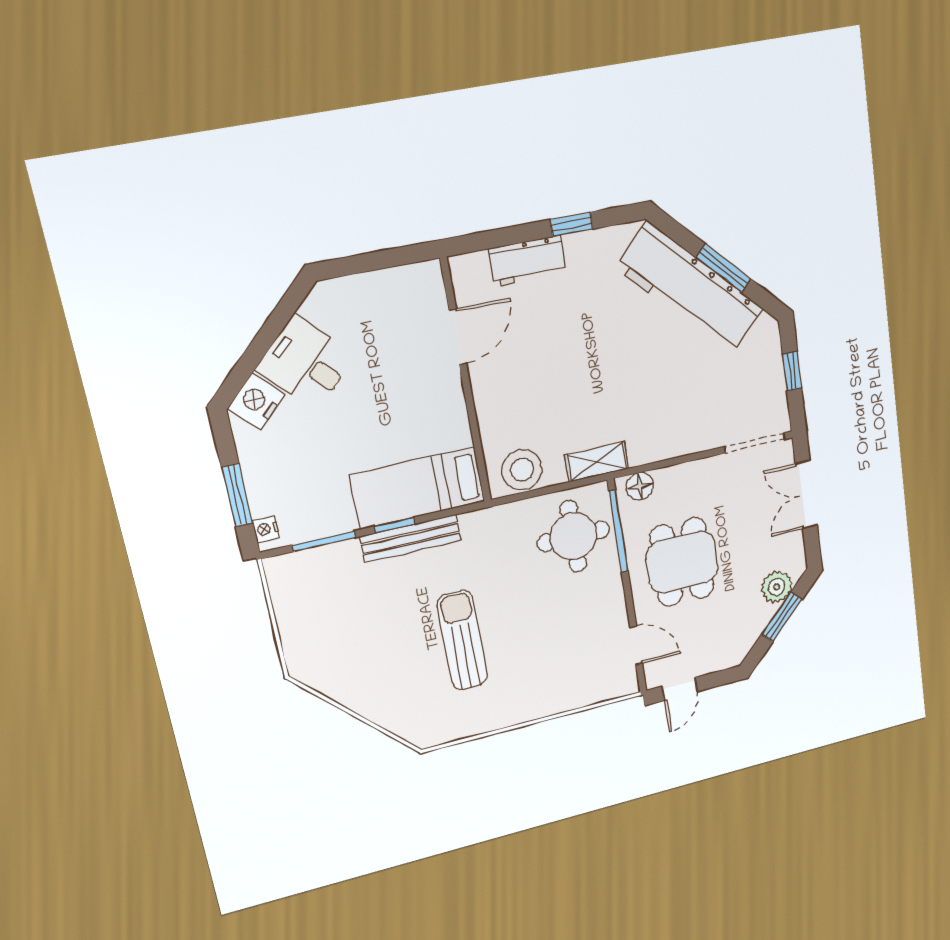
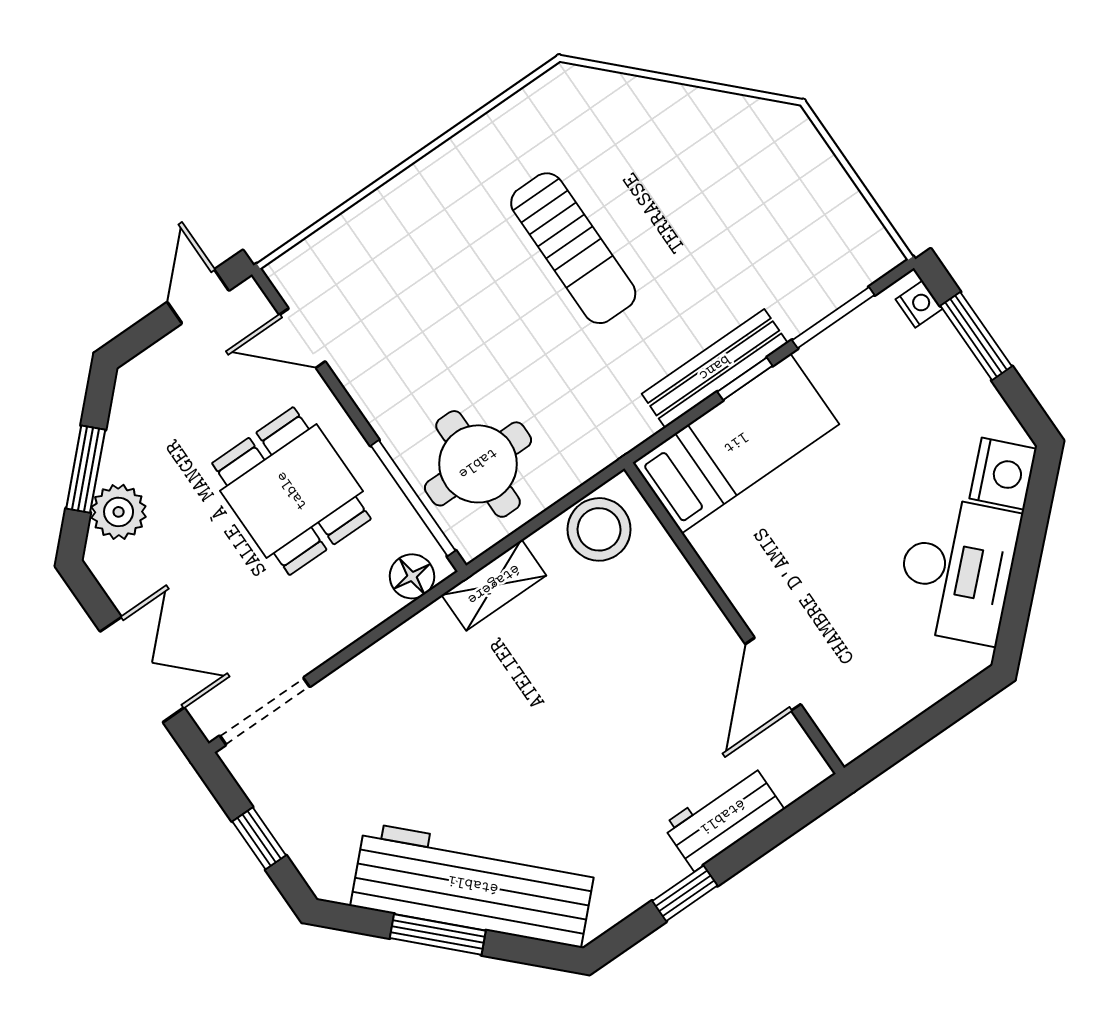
desk: (306, 363) -> (957, 570), width x1.37

